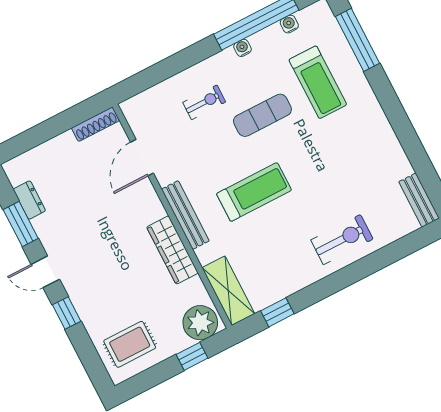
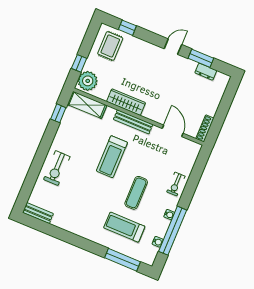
exercise bike: (204, 102) -> (176, 184), moved
window: (67, 313) -> (127, 28), moved

